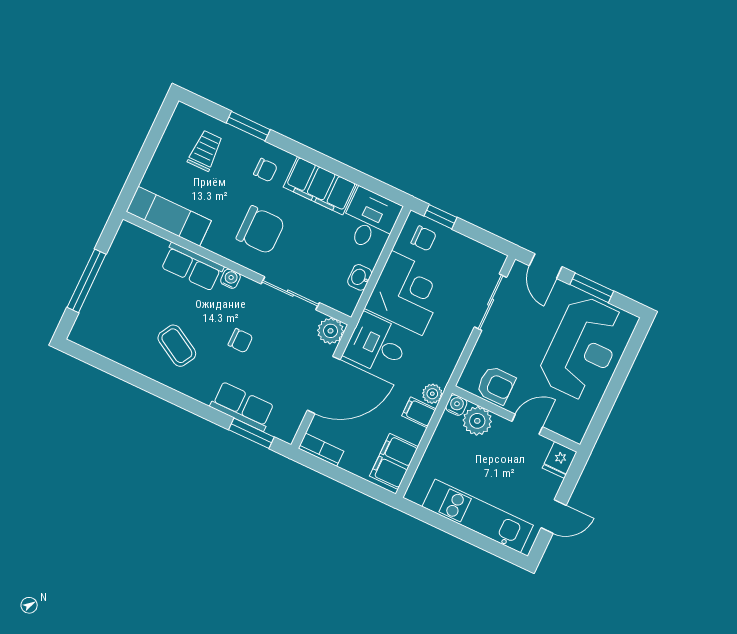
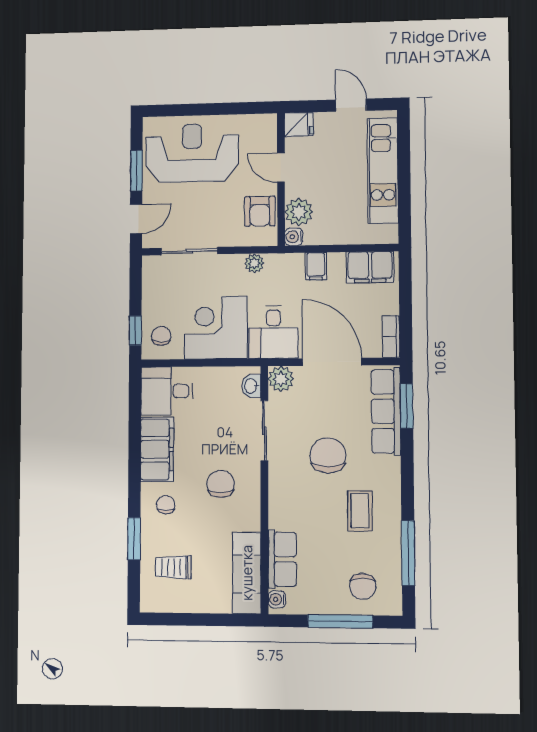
chair: (261, 230) -> (221, 484), width x0.73, depth x0.73
row of seats: (192, 267) -> (282, 559), moved
washbasin: (360, 277) -> (251, 386), moved, turned 90
water cooler: (230, 279) -> (277, 599), moved
chair: (108, 316) -> (363, 586), added
chair: (240, 341) -> (328, 455), width x1.87, depth x1.87
coffee table: (177, 346) -> (360, 511), turned -30
window: (119, 371) -> (408, 553), added
armchair: (496, 385) -> (260, 211), turned 180
plant: (432, 394) -> (254, 263), moved
row of seats: (242, 406) -> (386, 411), width x1.48

